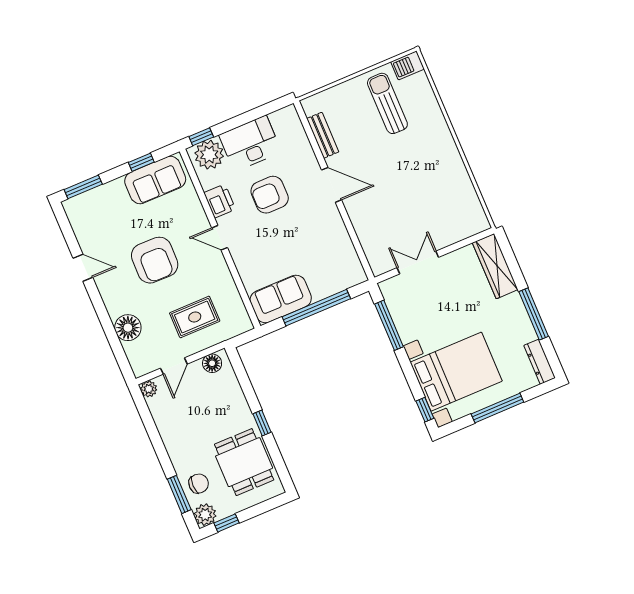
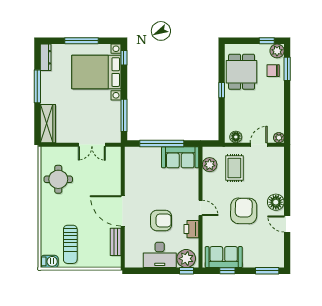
door: (332, 185) -> (123, 211), width x1.36
round table: (445, 191) -> (58, 179), added
plant: (233, 307) -> (210, 165), added
rug: (195, 317) -> (234, 168), turned 90
floor lamp: (128, 328) -> (276, 202), moved

